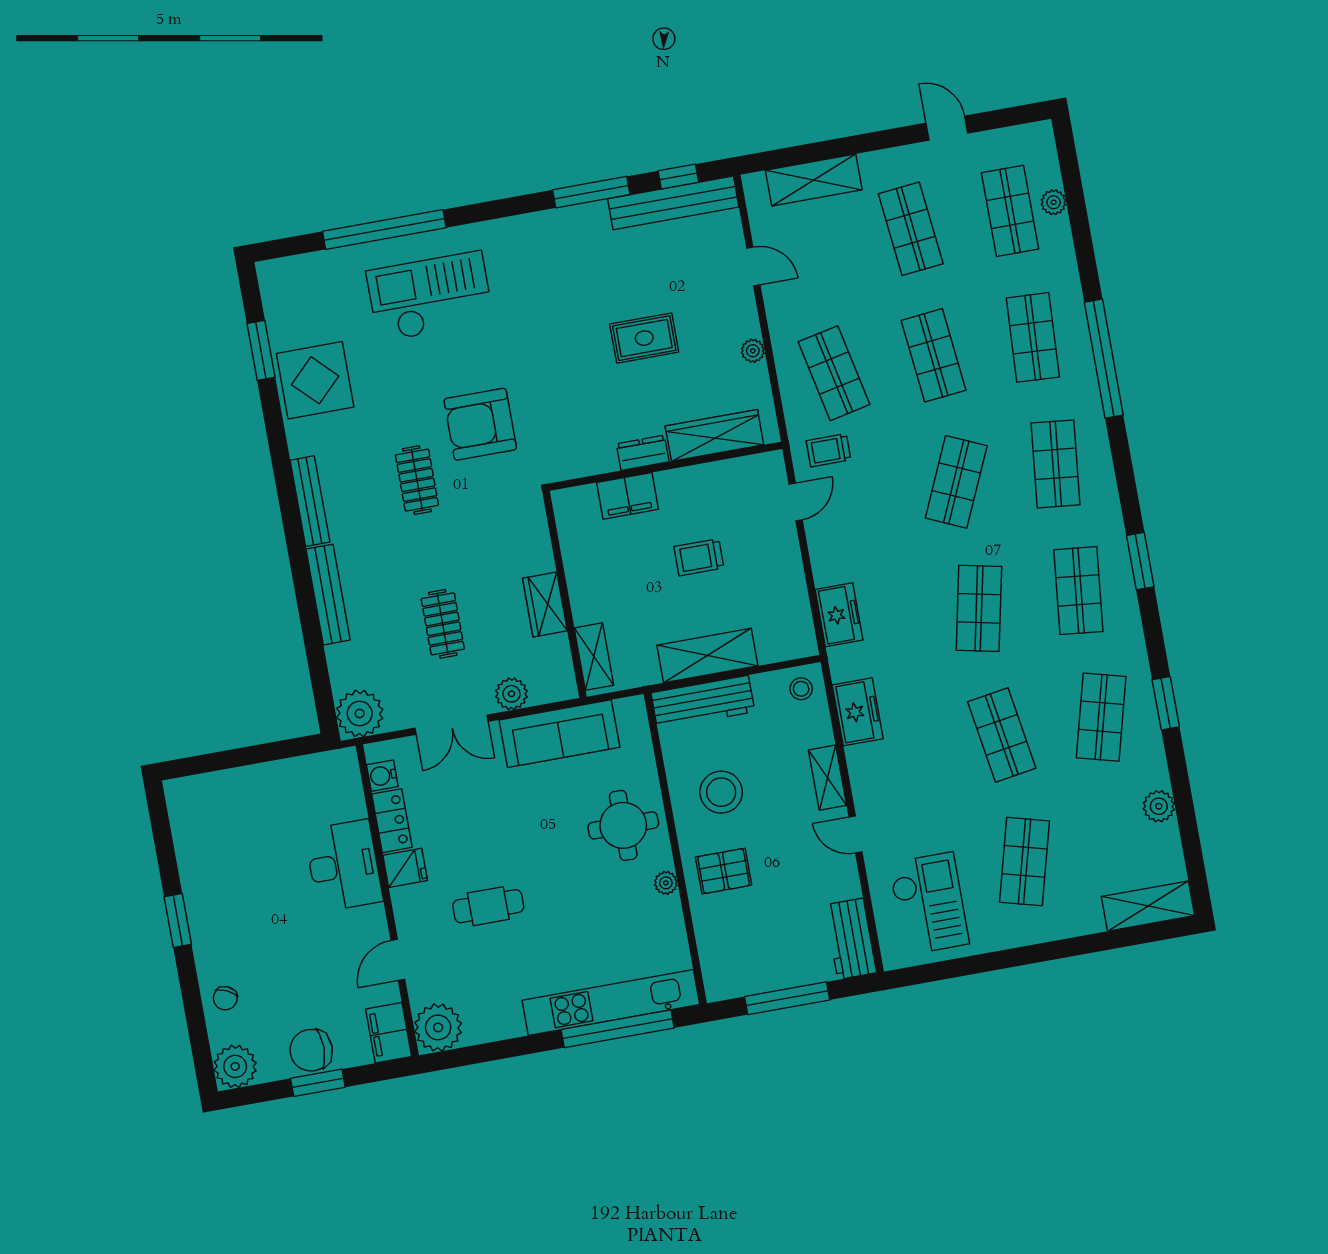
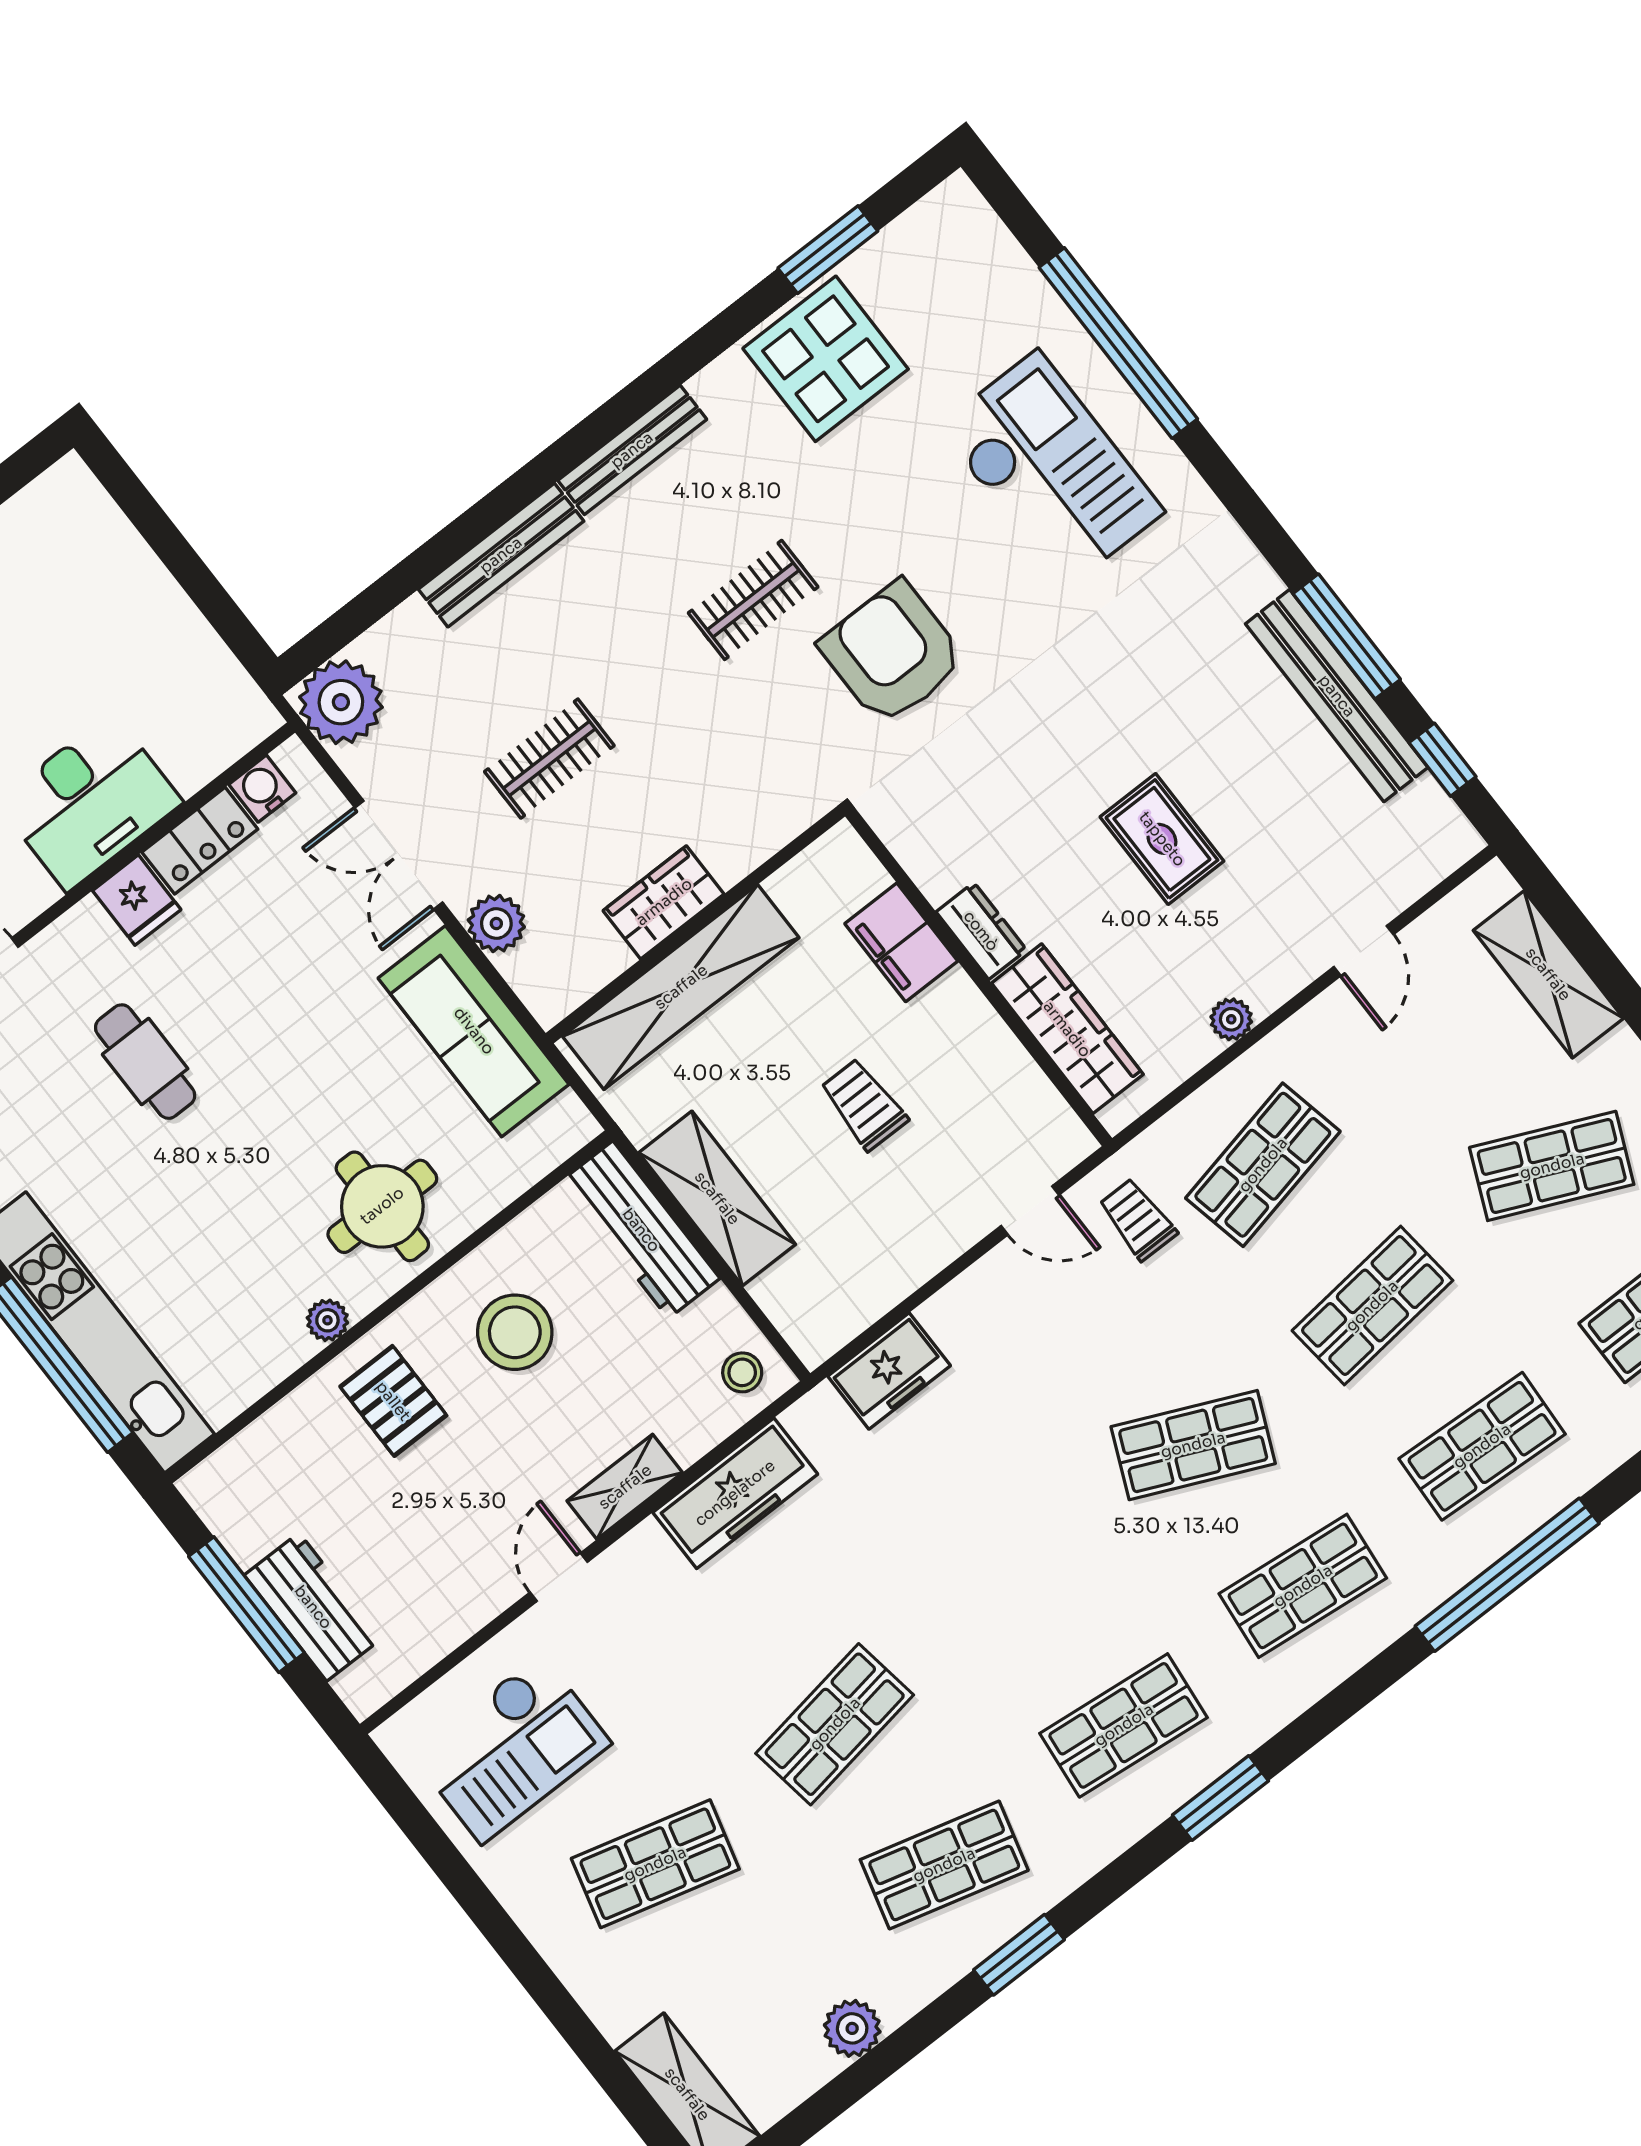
bench: (673, 203) -> (1337, 696), moved
shop shelf: (911, 229) -> (1552, 1166), turned 30
shop shelf: (979, 608) -> (1014, 1585), removed
shelving: (594, 657) -> (681, 987), width x2.20, depth x1.33
freezer: (858, 712) -> (735, 1493), width x1.40
workbench: (851, 939) -> (313, 1607), moved, turned 90

